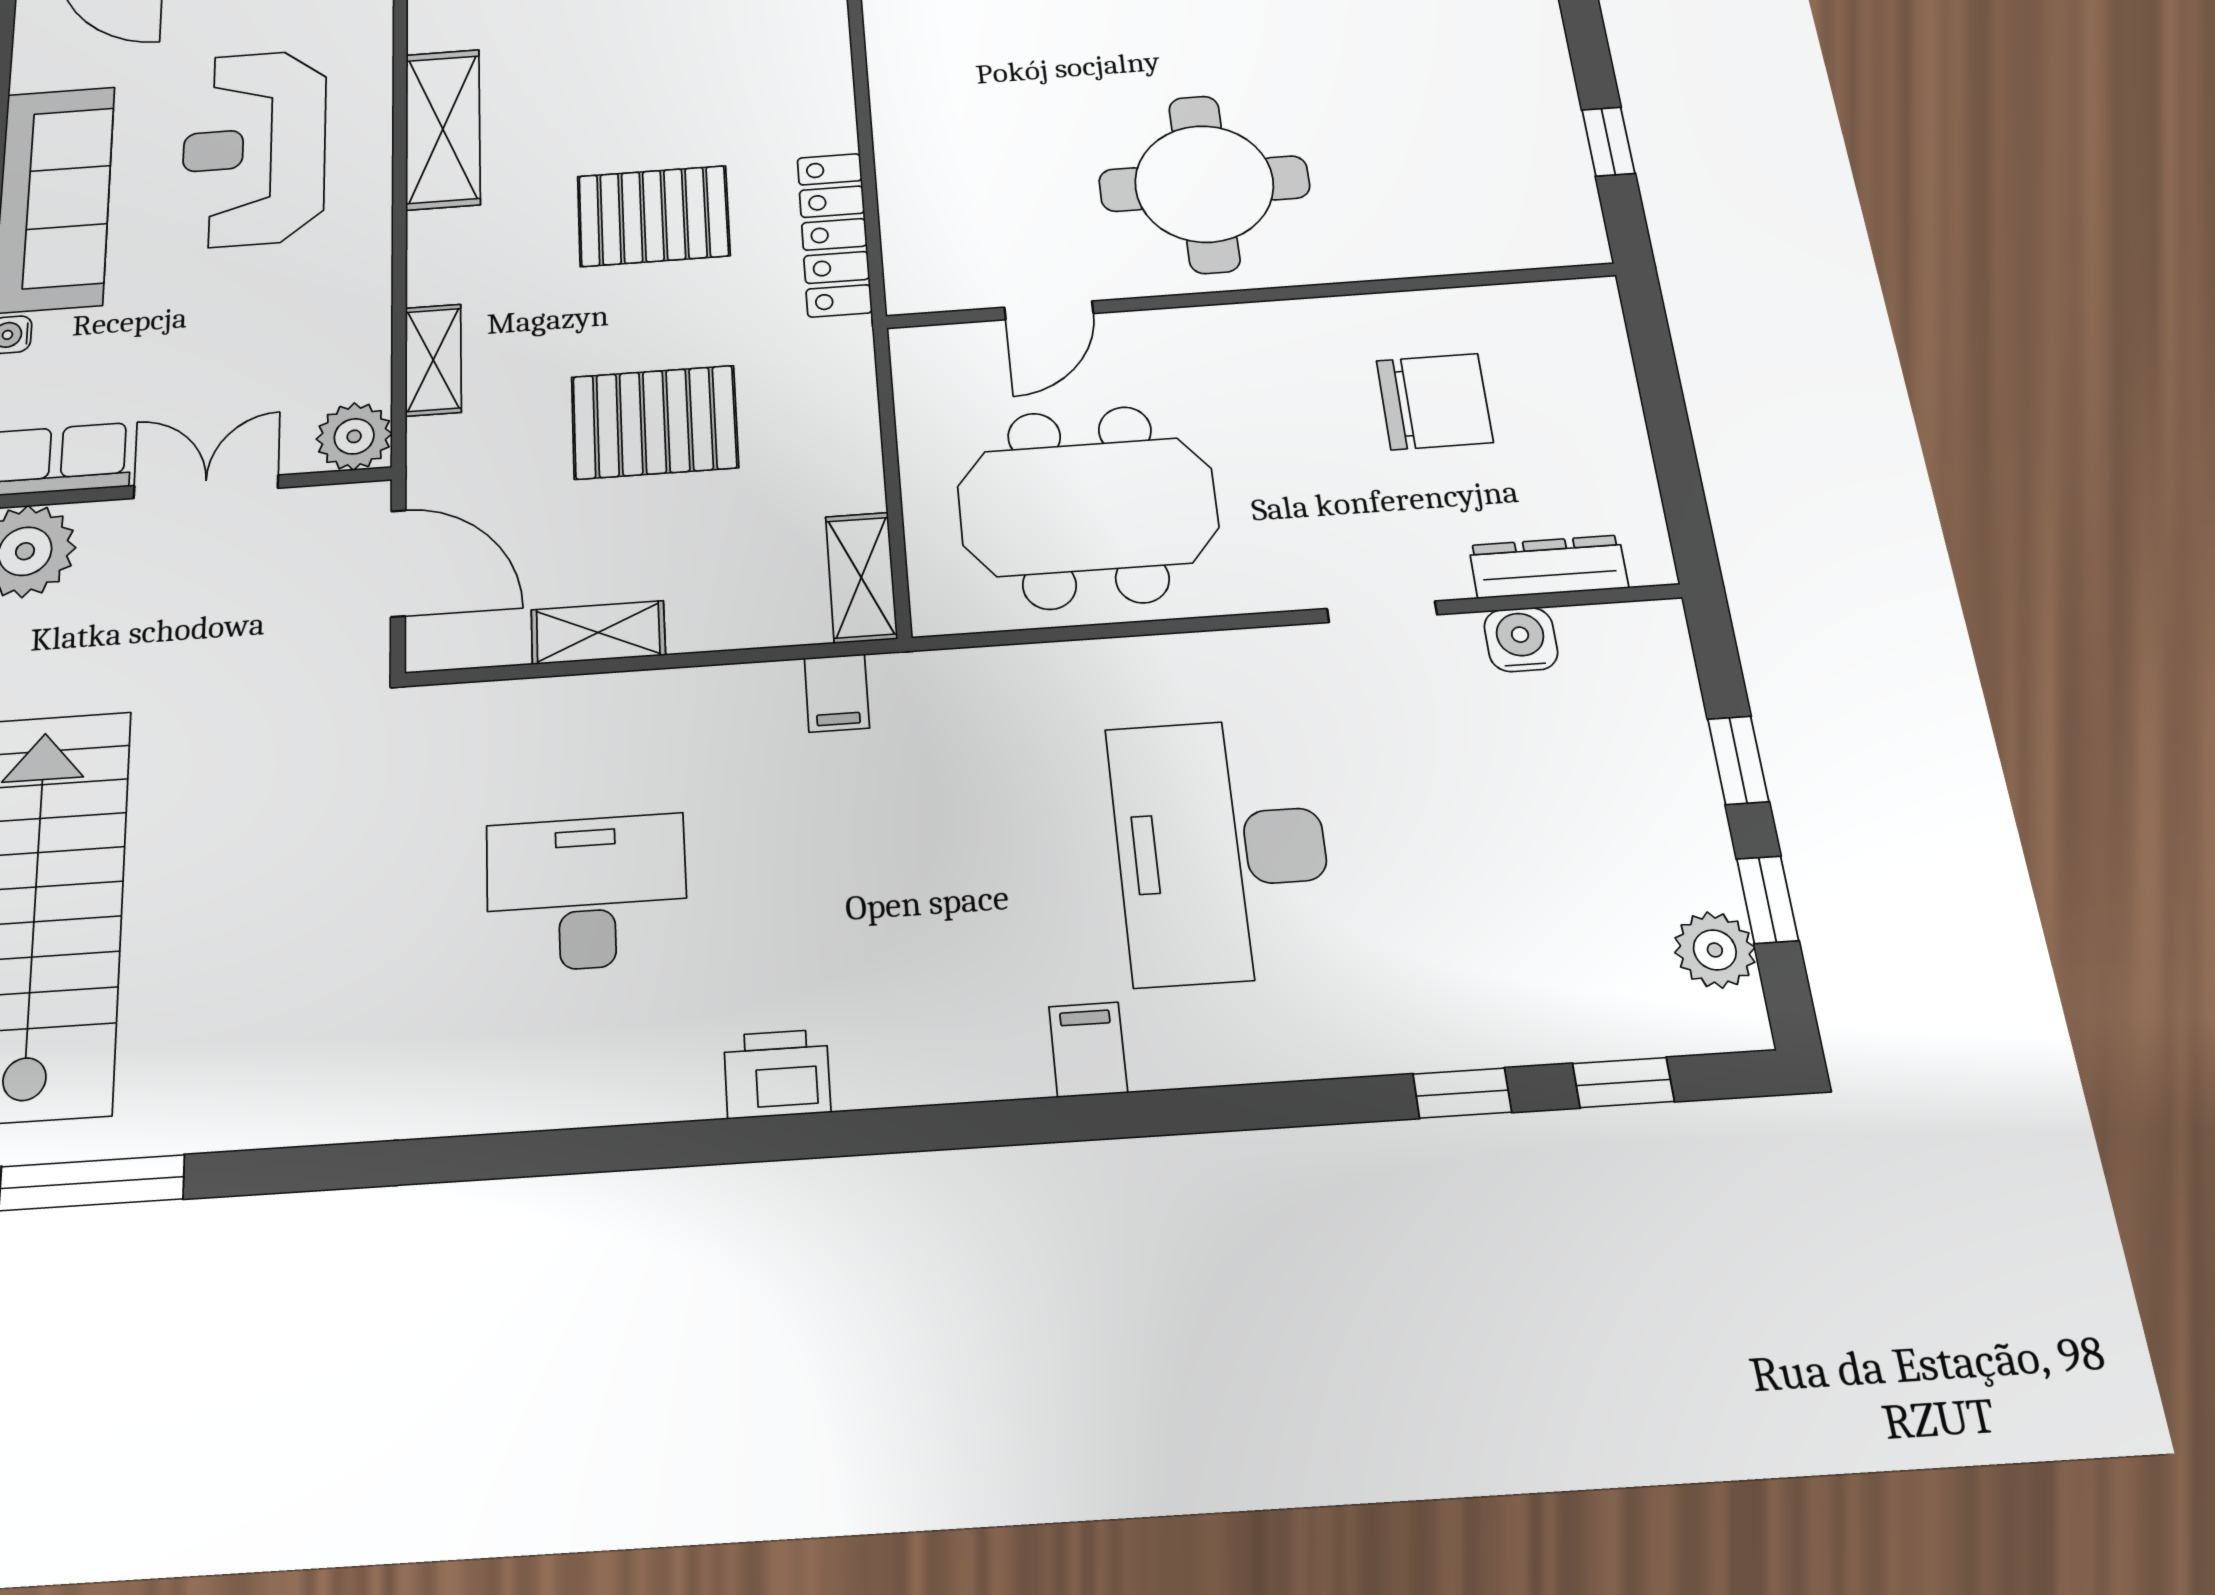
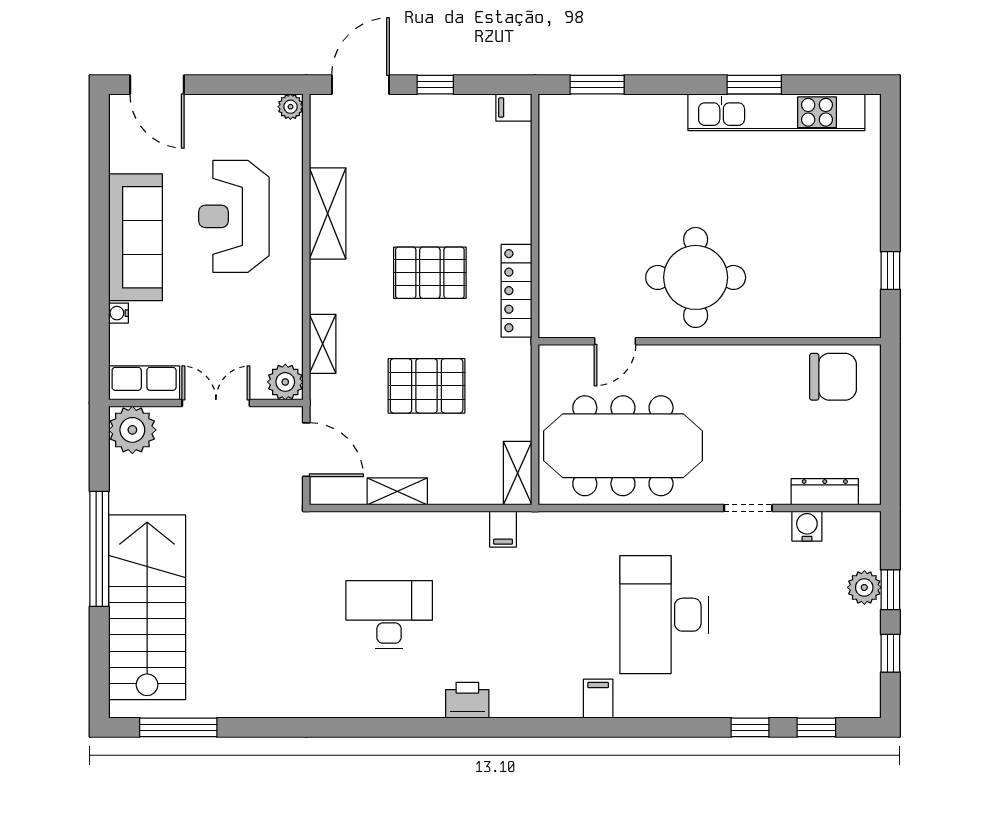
chair: (1434, 401) -> (833, 377), moved
meeting table: (1088, 507) -> (623, 446), width x1.36
plant: (1715, 950) -> (864, 587), moved

